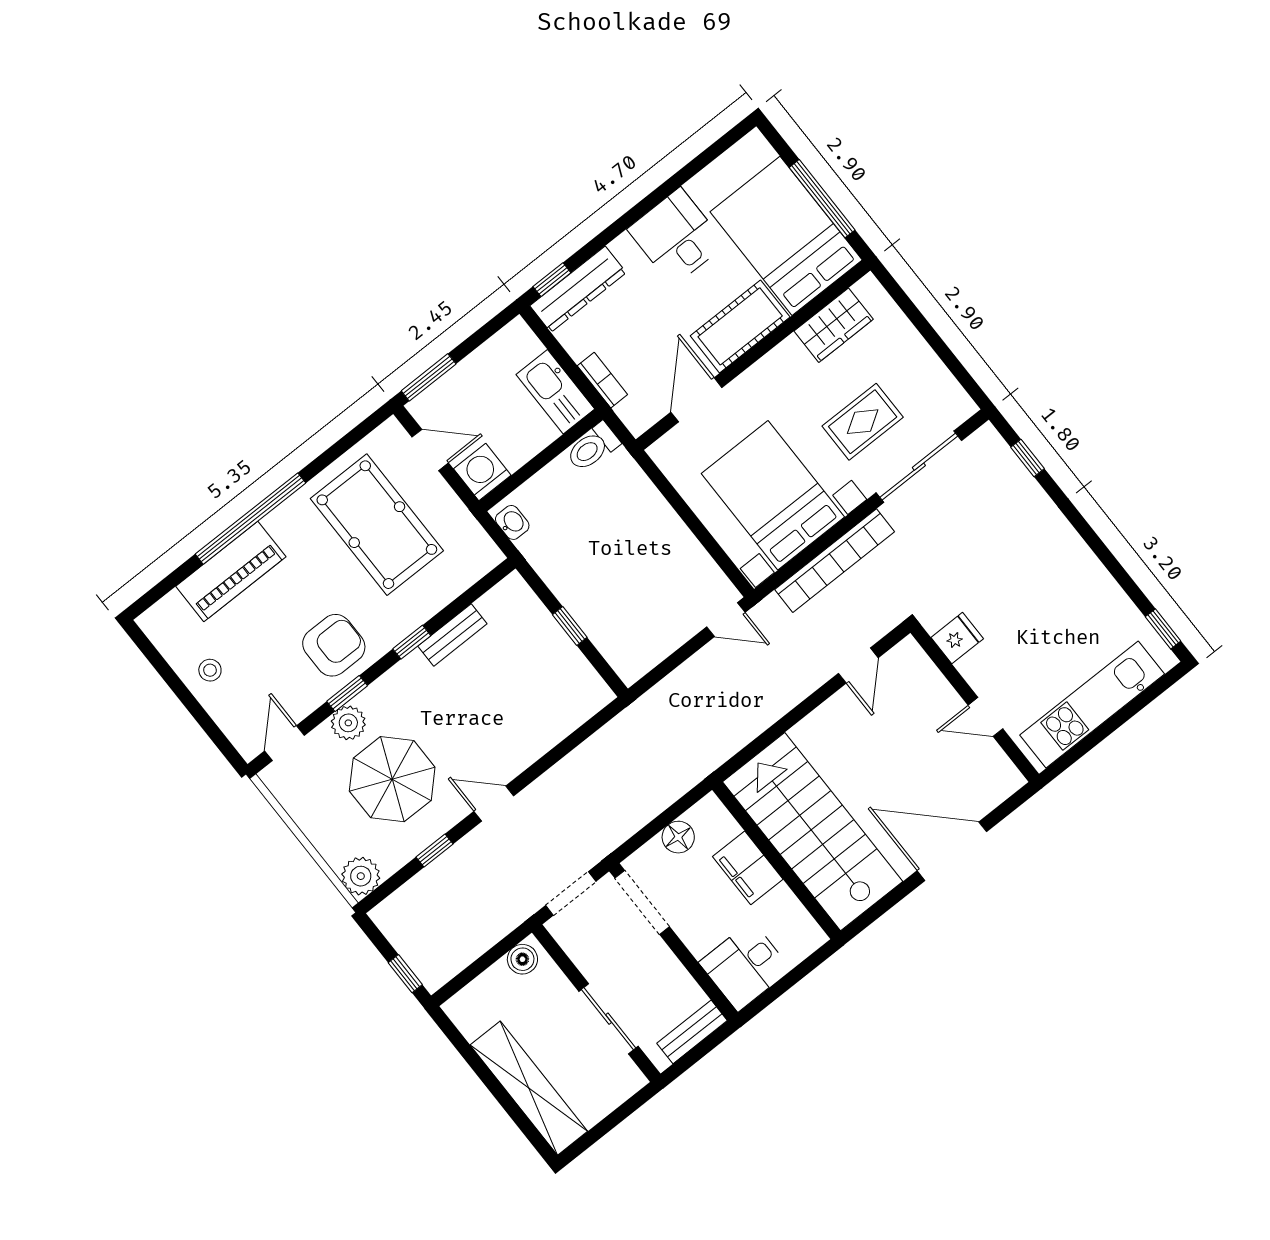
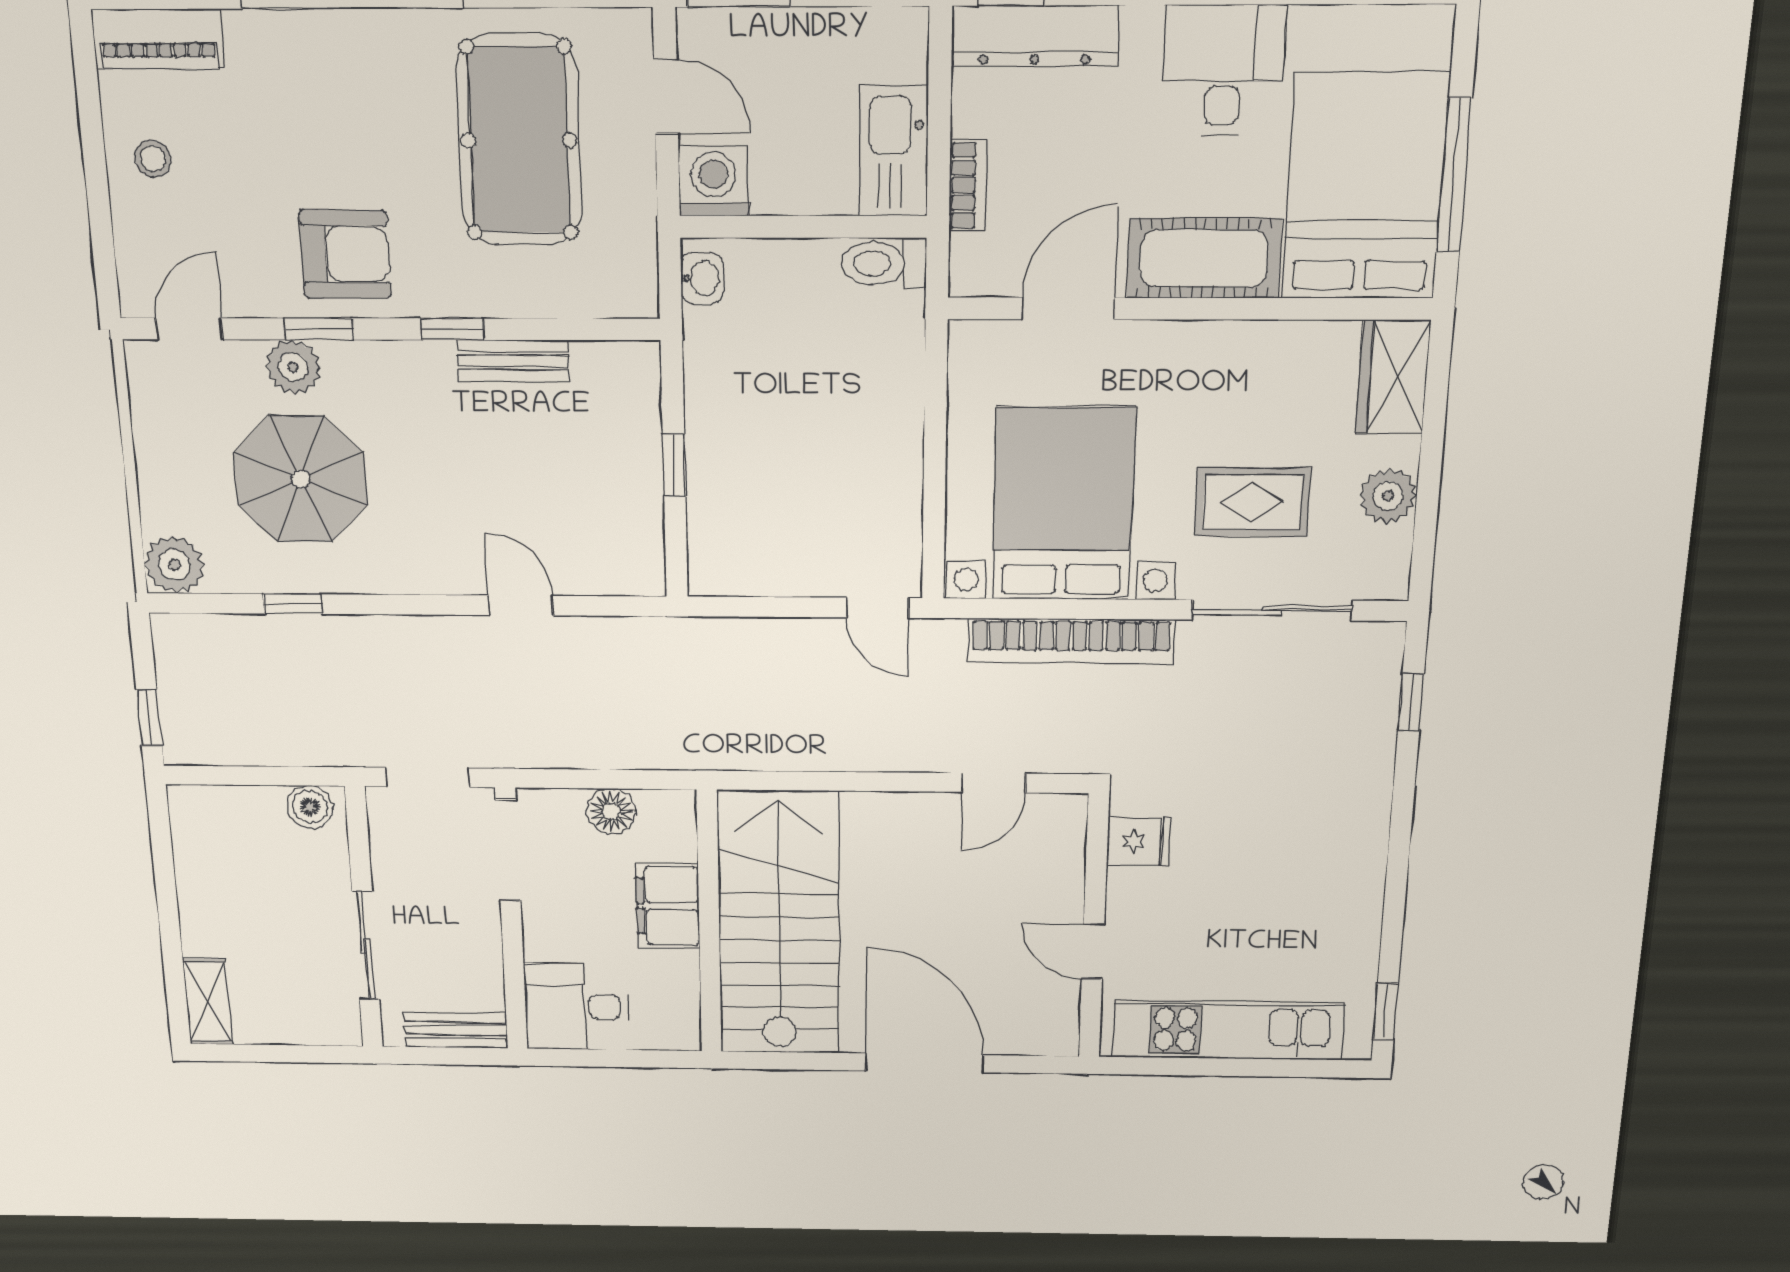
wardrobe: (834, 325) -> (1393, 377), moved, turned 90
plant: (925, 367) -> (1388, 496), added
piano: (231, 572) -> (158, 39), moved, width x0.73, depth x0.75
door: (494, 804) -> (521, 605), moved
shelving: (529, 1088) -> (208, 1002), width x0.45, depth x0.75

